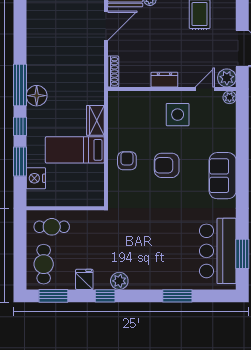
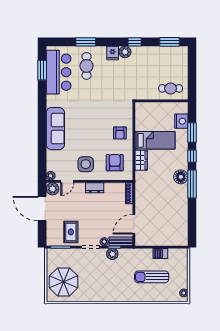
armchair: (167, 165) -> (115, 163), moved, turned -90
sofa: (223, 176) -> (55, 129), width x1.36
cafe table: (44, 264) -> (86, 66), moved
fridge: (84, 279) -> (113, 53), moved

